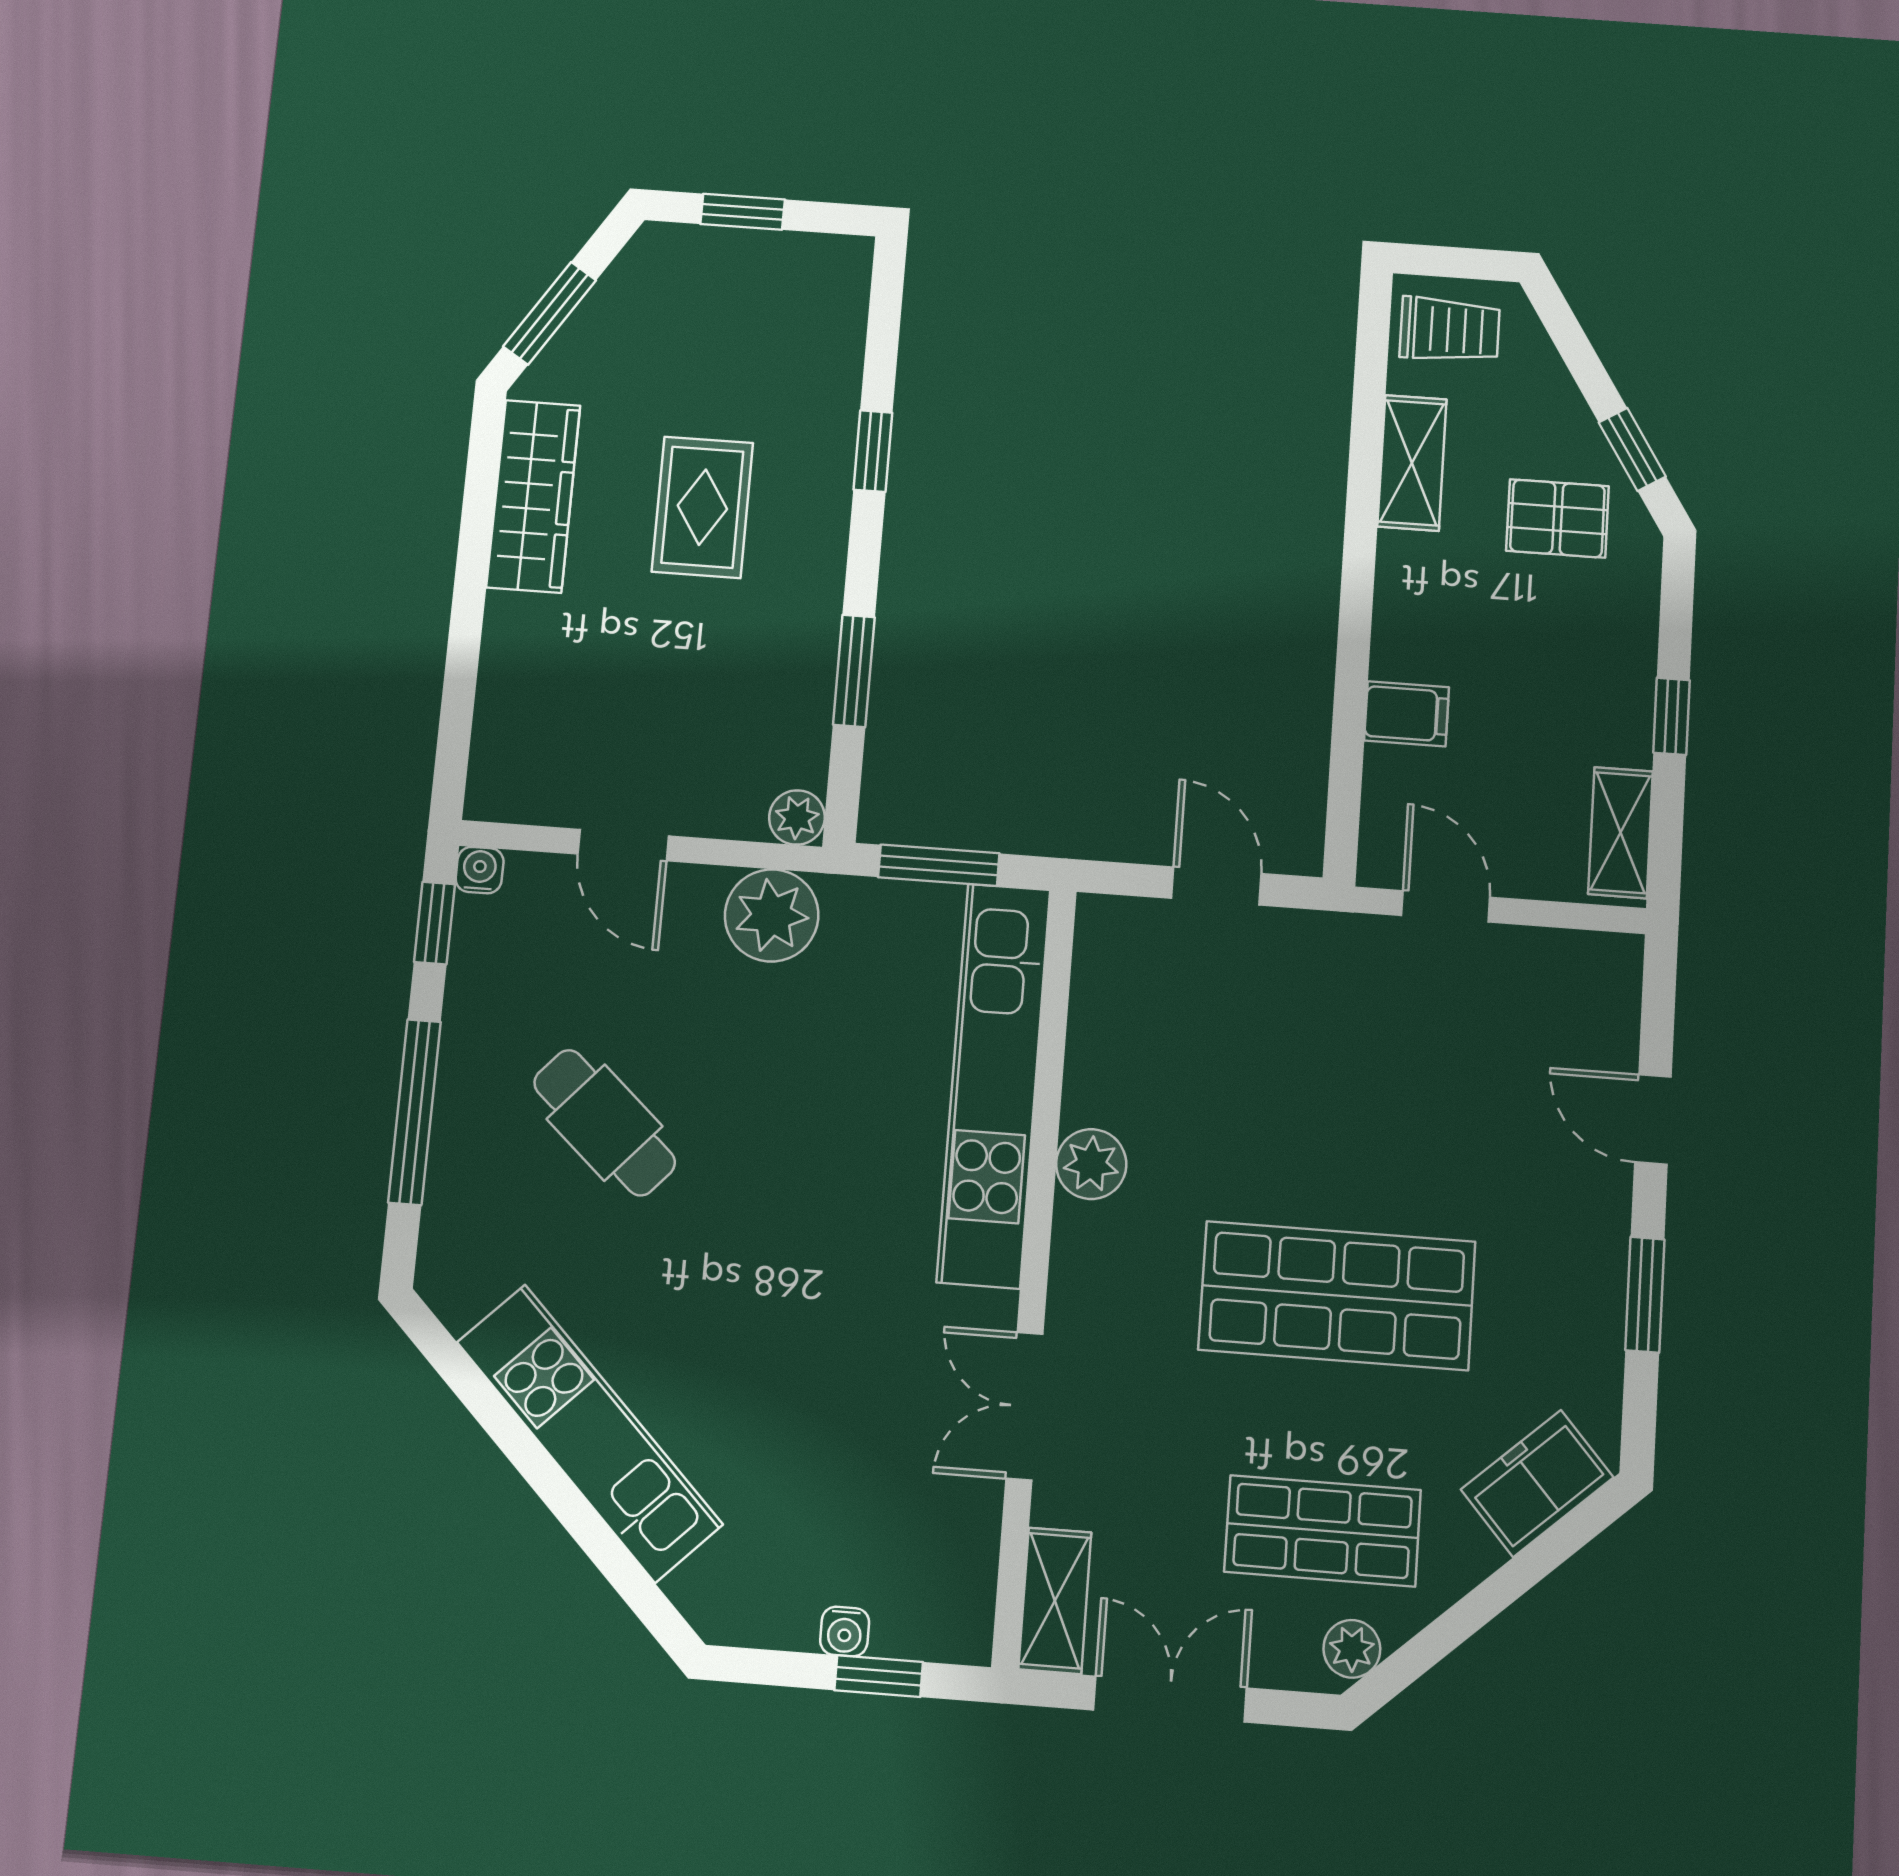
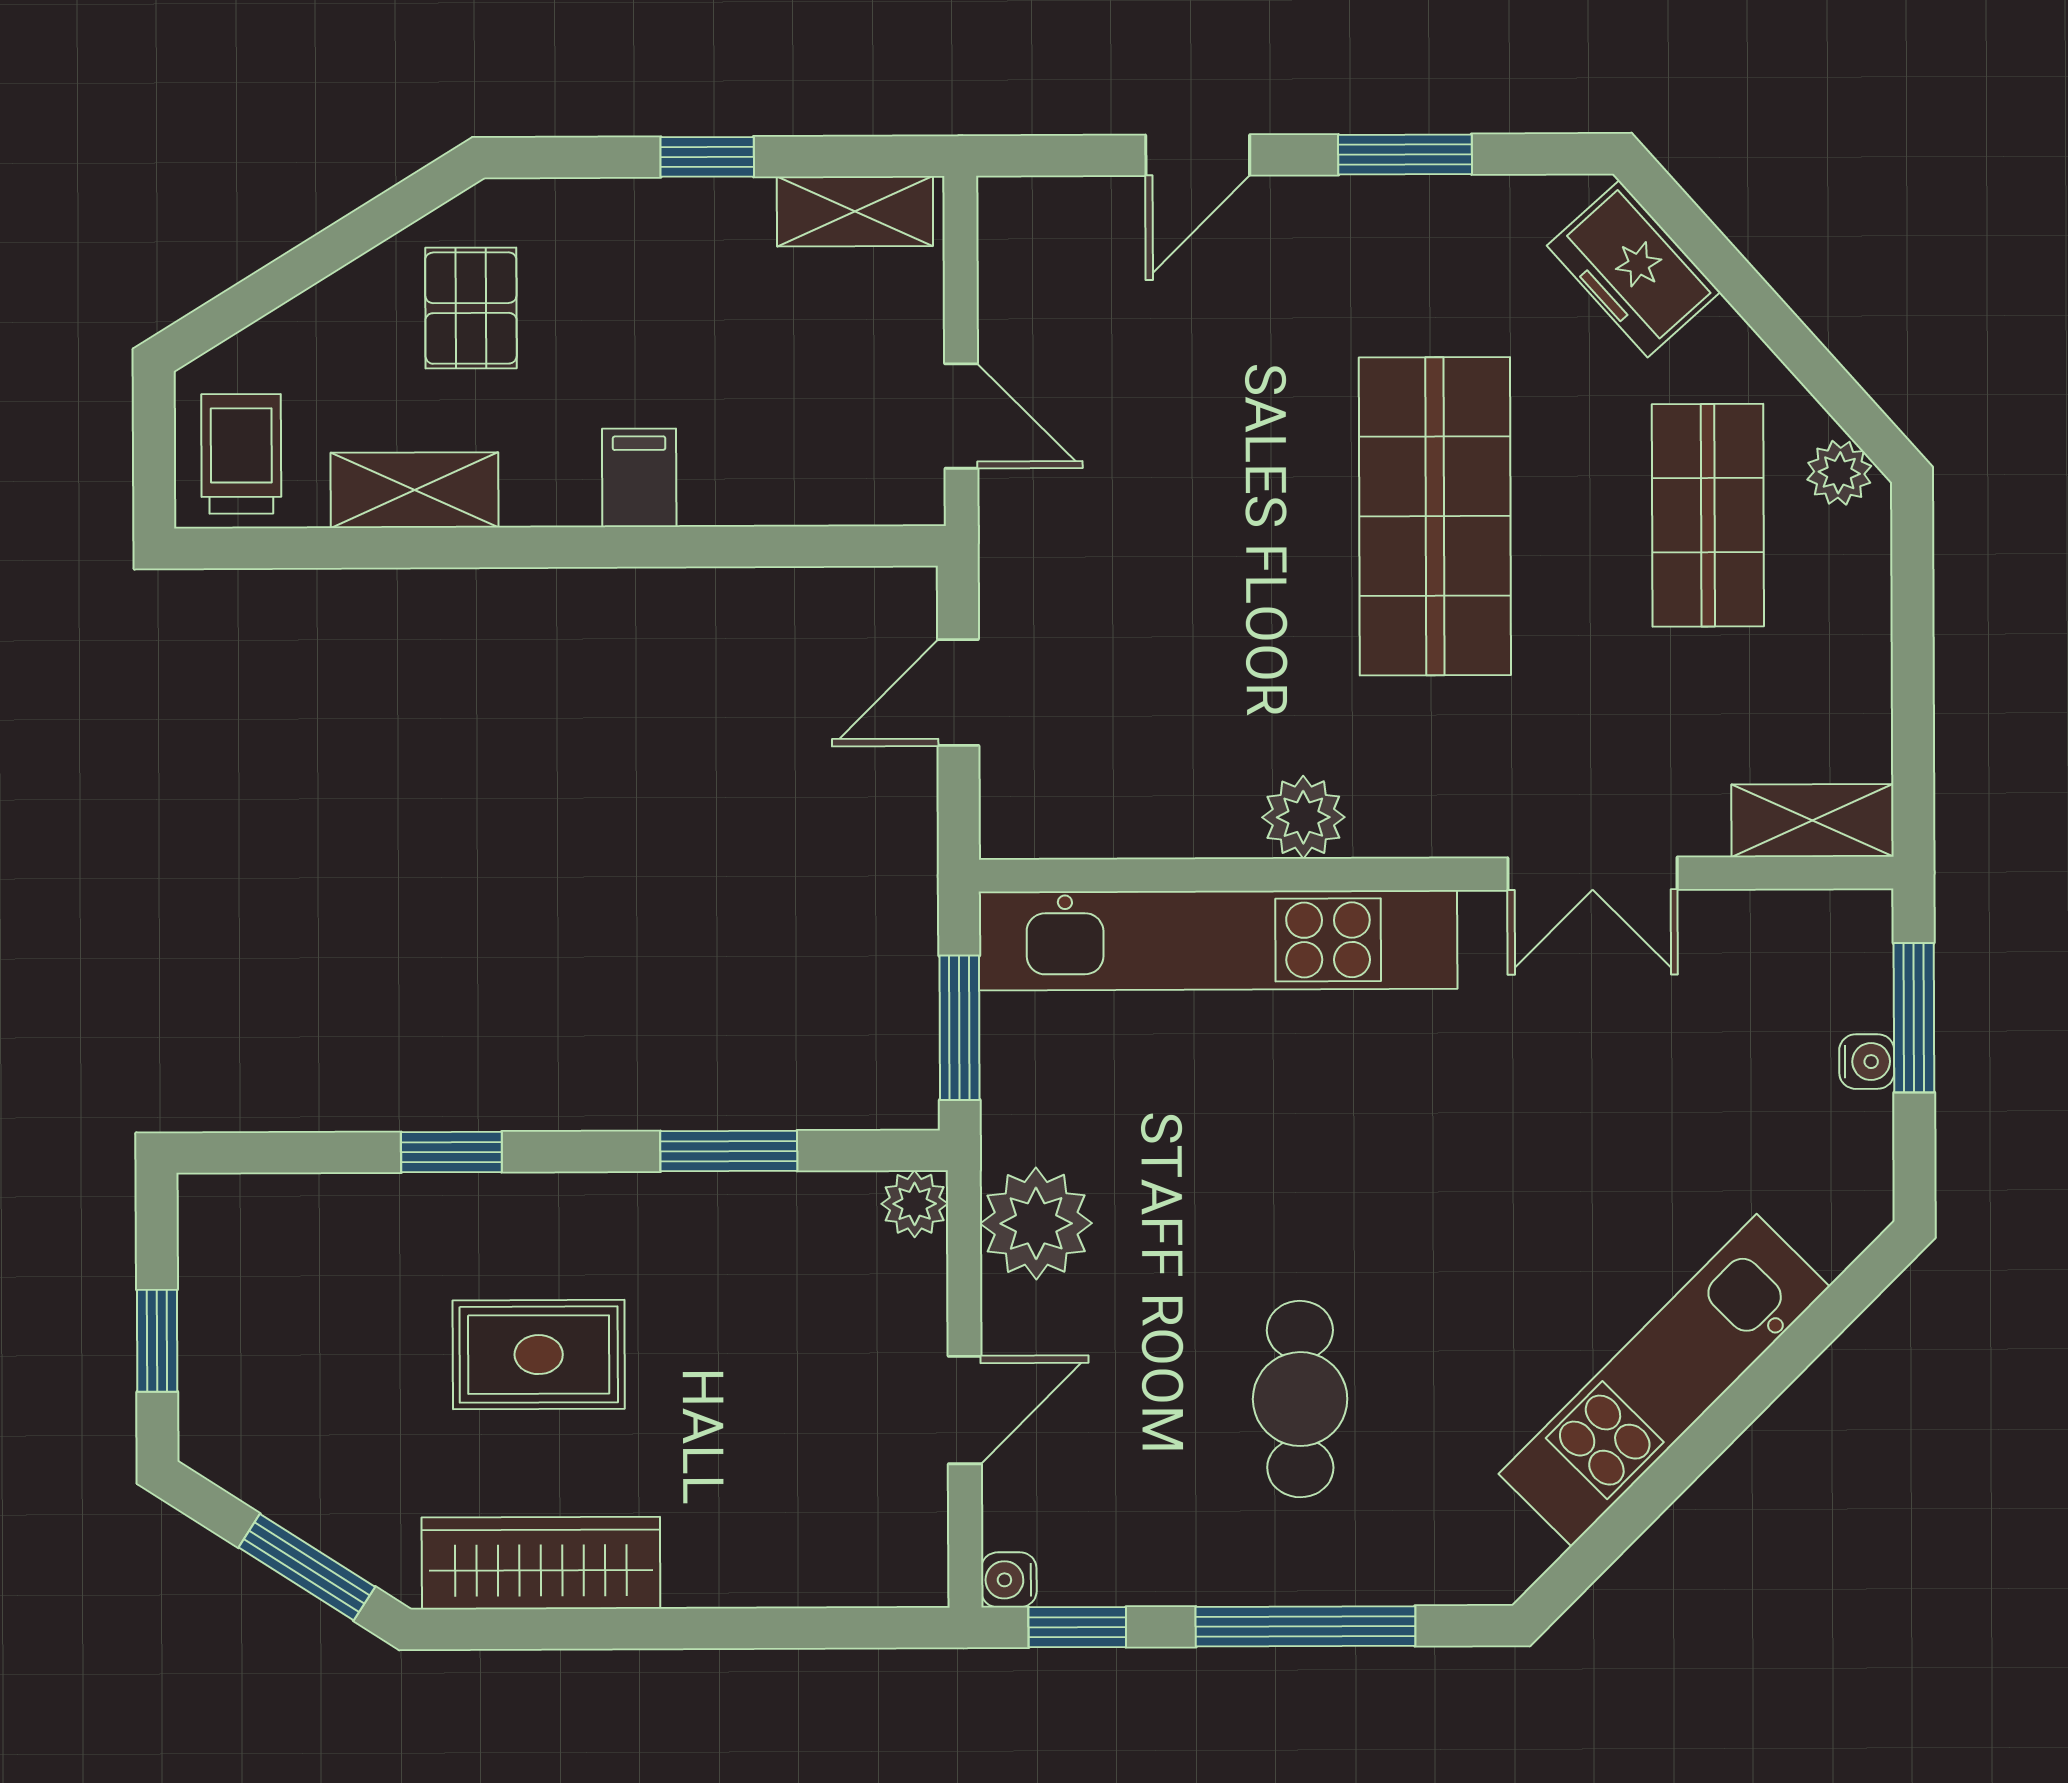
window: (1632, 449) -> (376, 221), removed
filing cabinet: (1407, 714) -> (639, 478), moved
door: (1446, 906) -> (961, 416), swing flipped
cafe table: (605, 1123) -> (1300, 1399), turned -42
window: (879, 1676) -> (1914, 1018), width x1.50
double door: (1170, 1699) -> (1913, 679), removed

